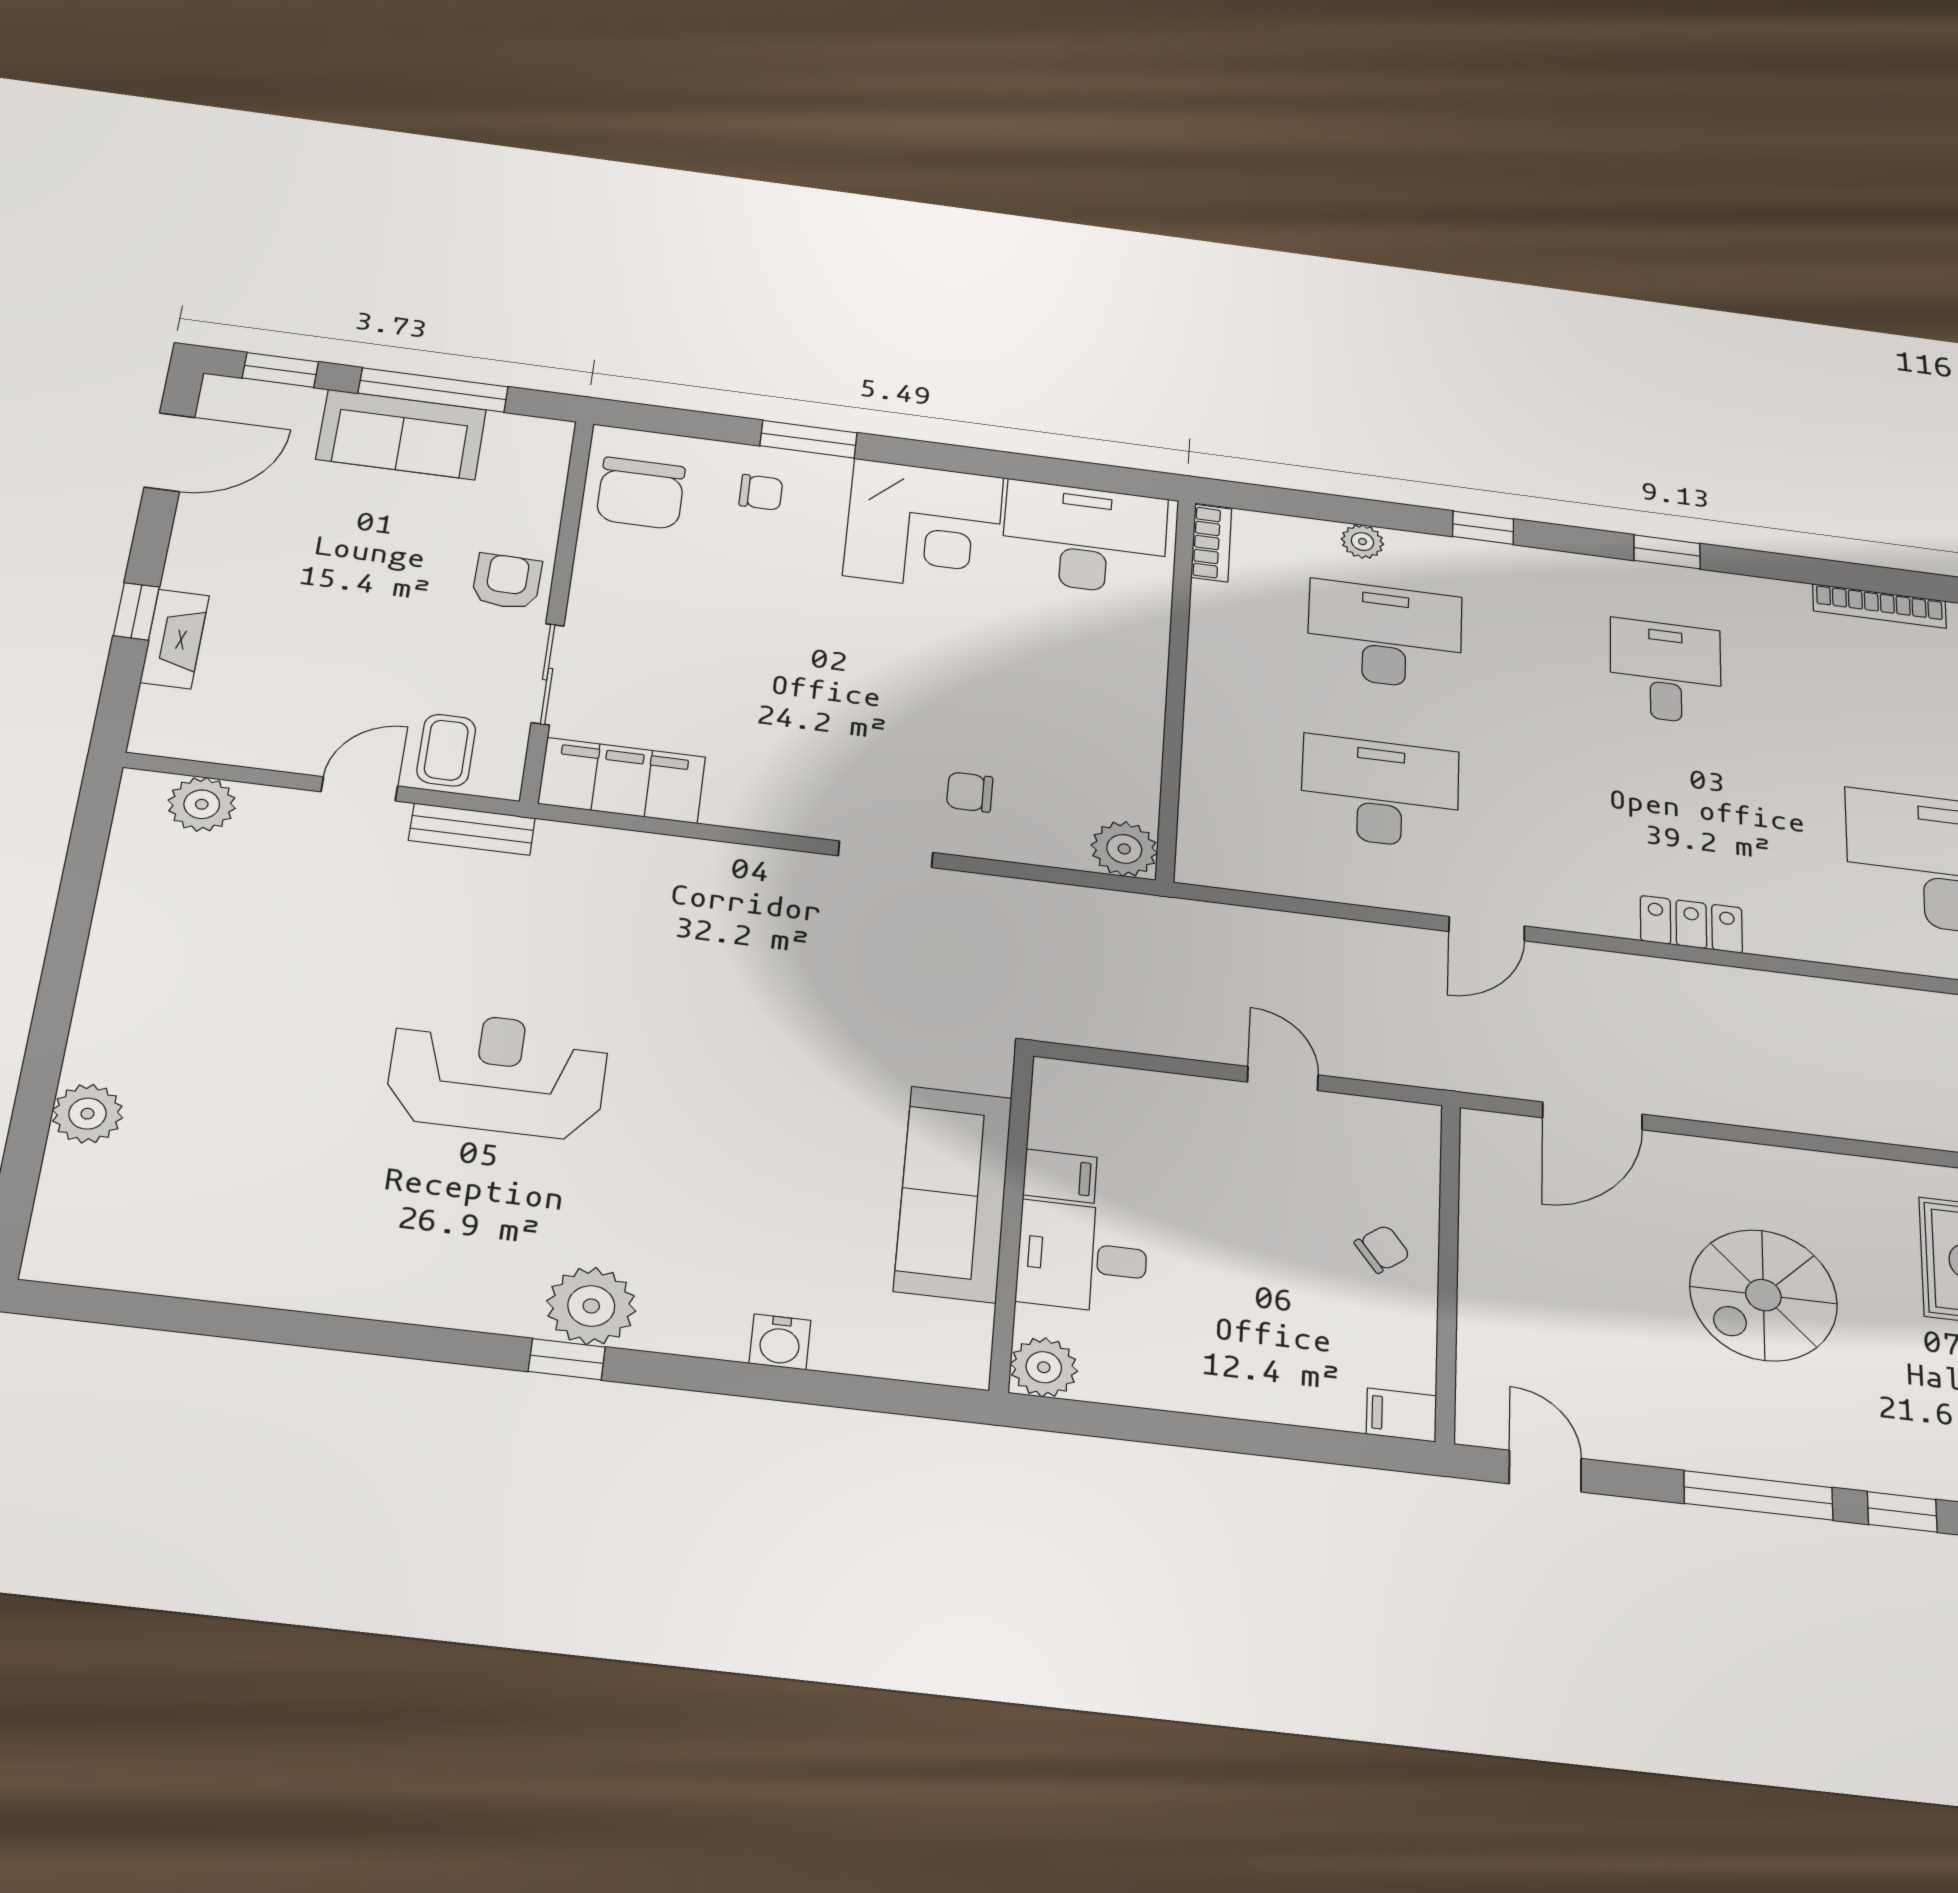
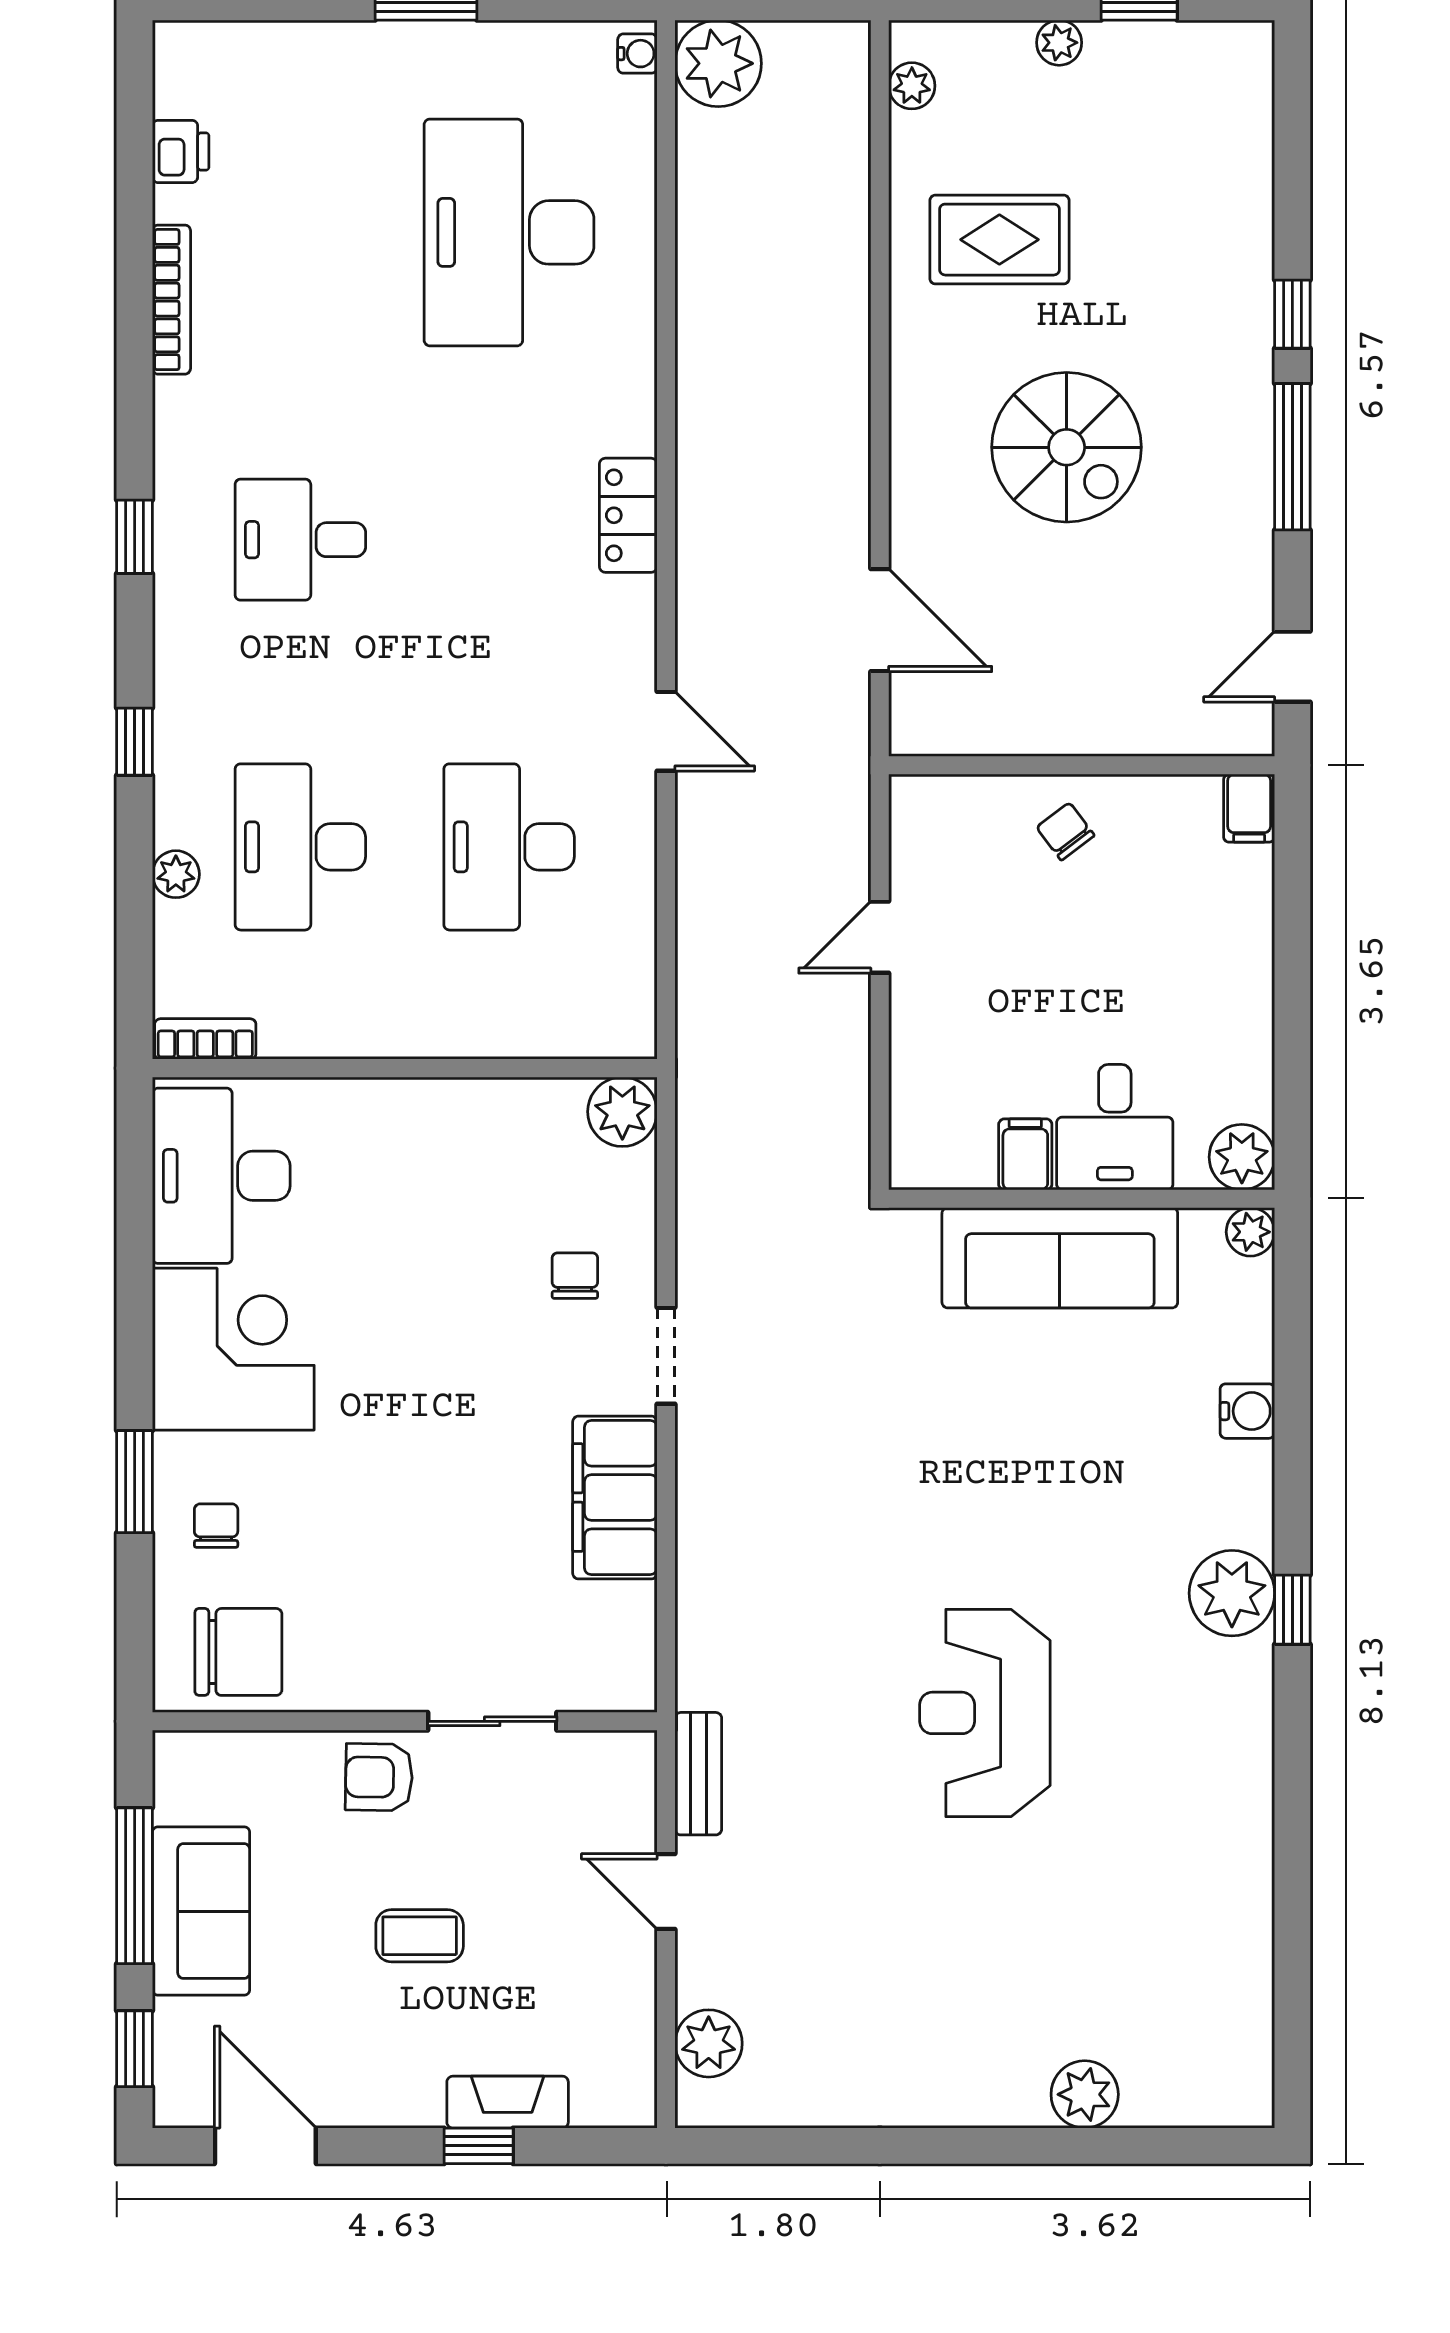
coffee table: (446, 750) -> (420, 1936), moved
filing cabinet: (622, 780) -> (615, 1498), moved
chair: (970, 792) -> (575, 1276), turned 180
plant: (966, 1366) -> (1250, 1232), added

